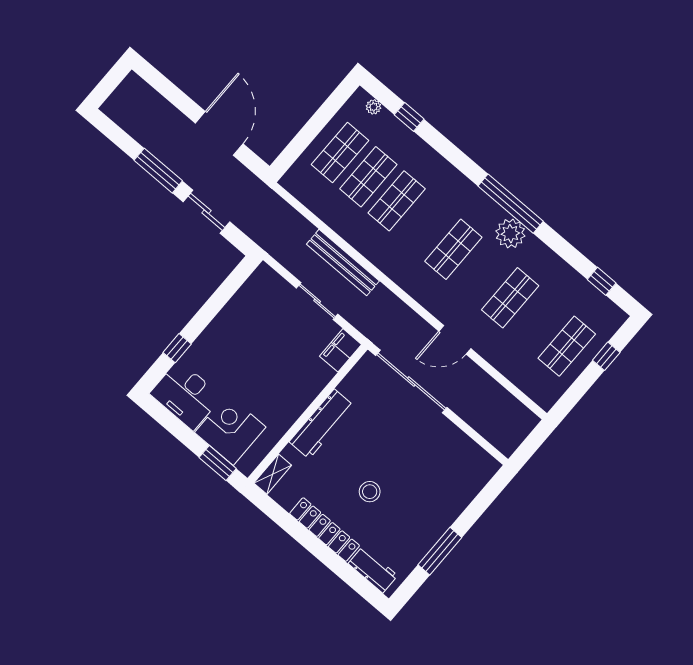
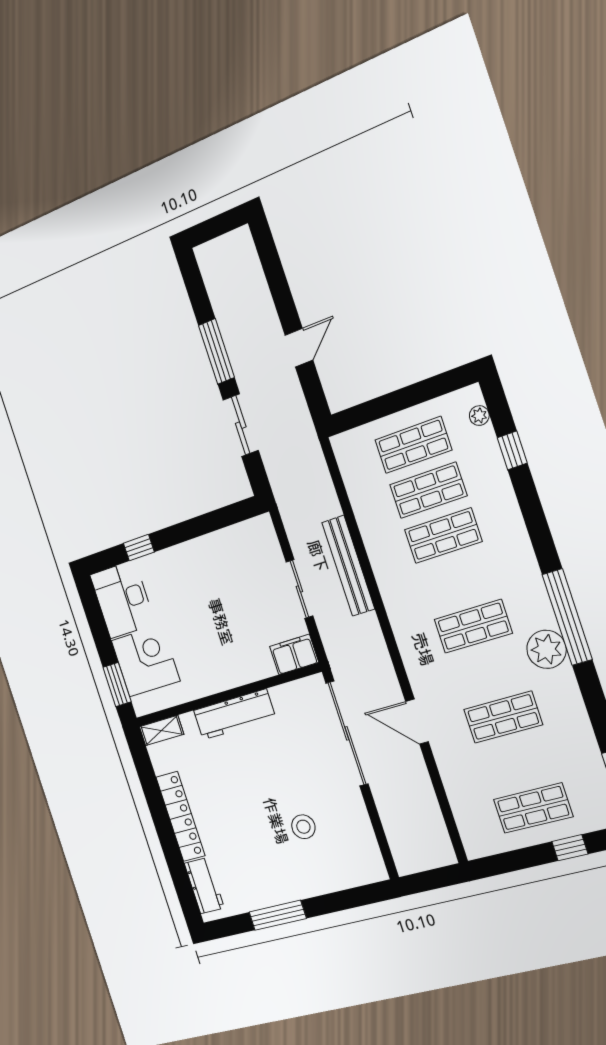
door: (219, 133) -> (299, 348), width x0.53
stool: (370, 492) -> (303, 827), moved

